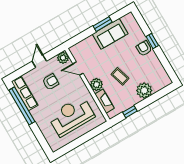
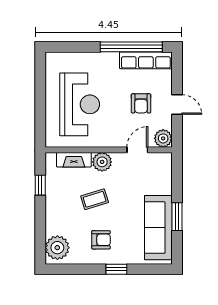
sofa: (110, 34) -> (158, 228), width x1.36
armchair: (144, 48) -> (101, 240), moved
plant: (144, 90) -> (57, 248), moved

